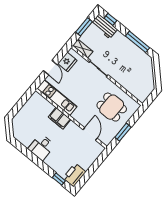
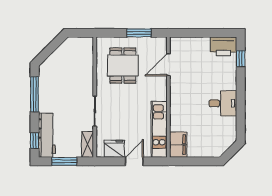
workbench: (104, 26) -> (47, 135), width x1.38
filing cabinet: (60, 118) -> (178, 145), moved

